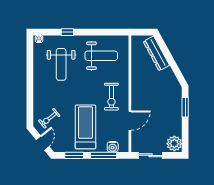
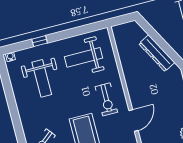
dresser: (156, 53) -> (157, 53), moved
weight bench: (101, 56) -> (83, 57), turned 180

